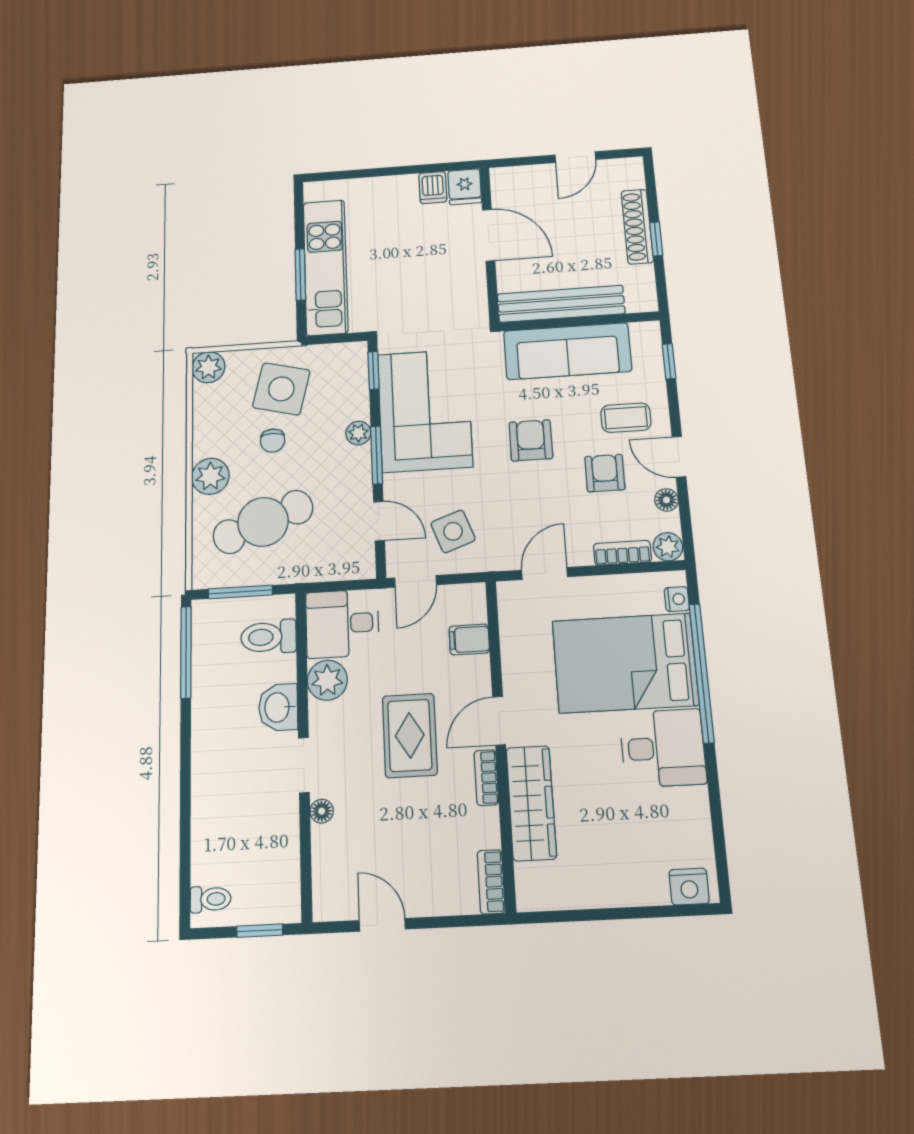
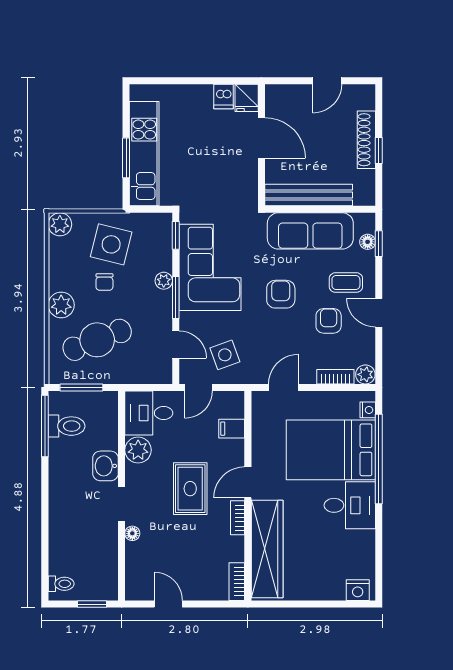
floor lamp: (667, 500) -> (368, 242), moved
toilet: (269, 637) -> (67, 426), moved, turned 180
wardrobe: (531, 803) -> (267, 549), width x1.40, depth x1.17

